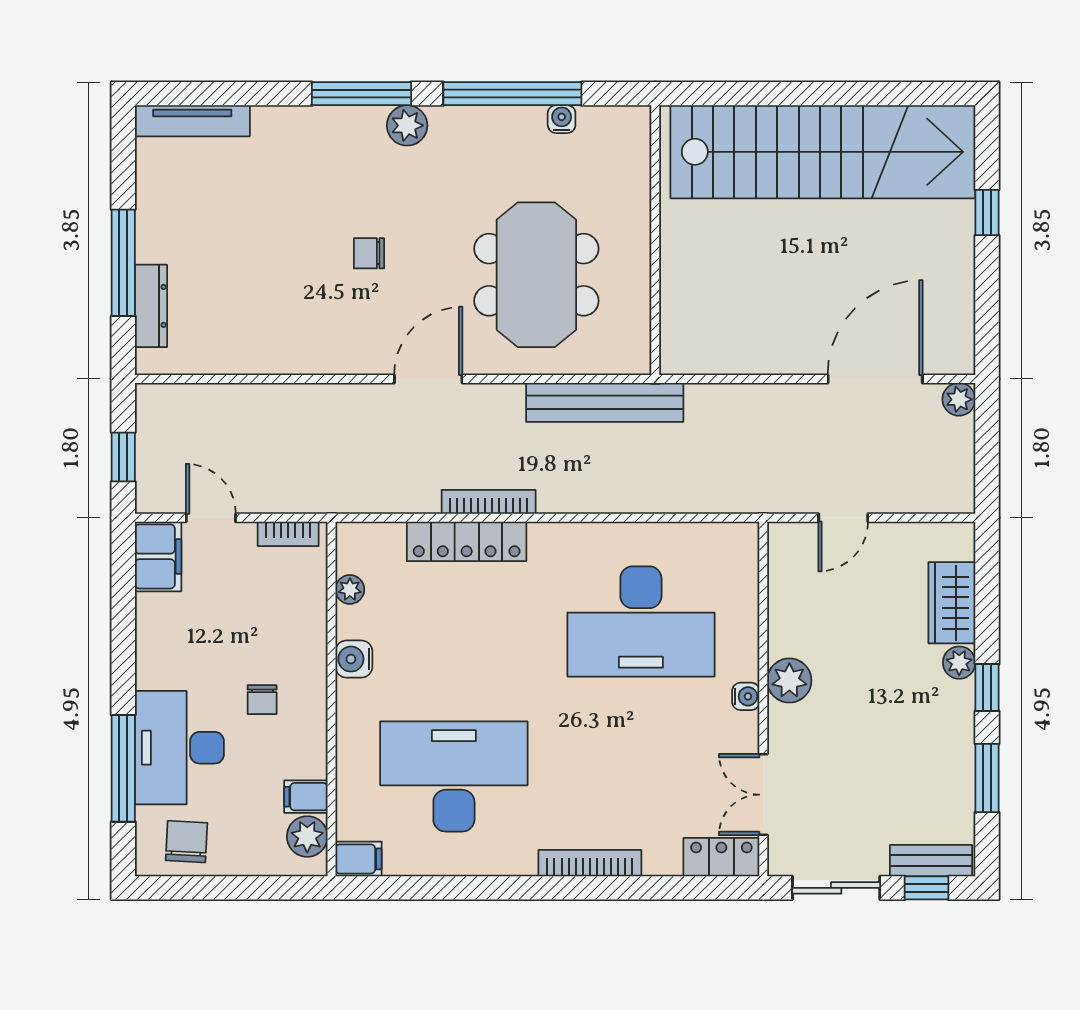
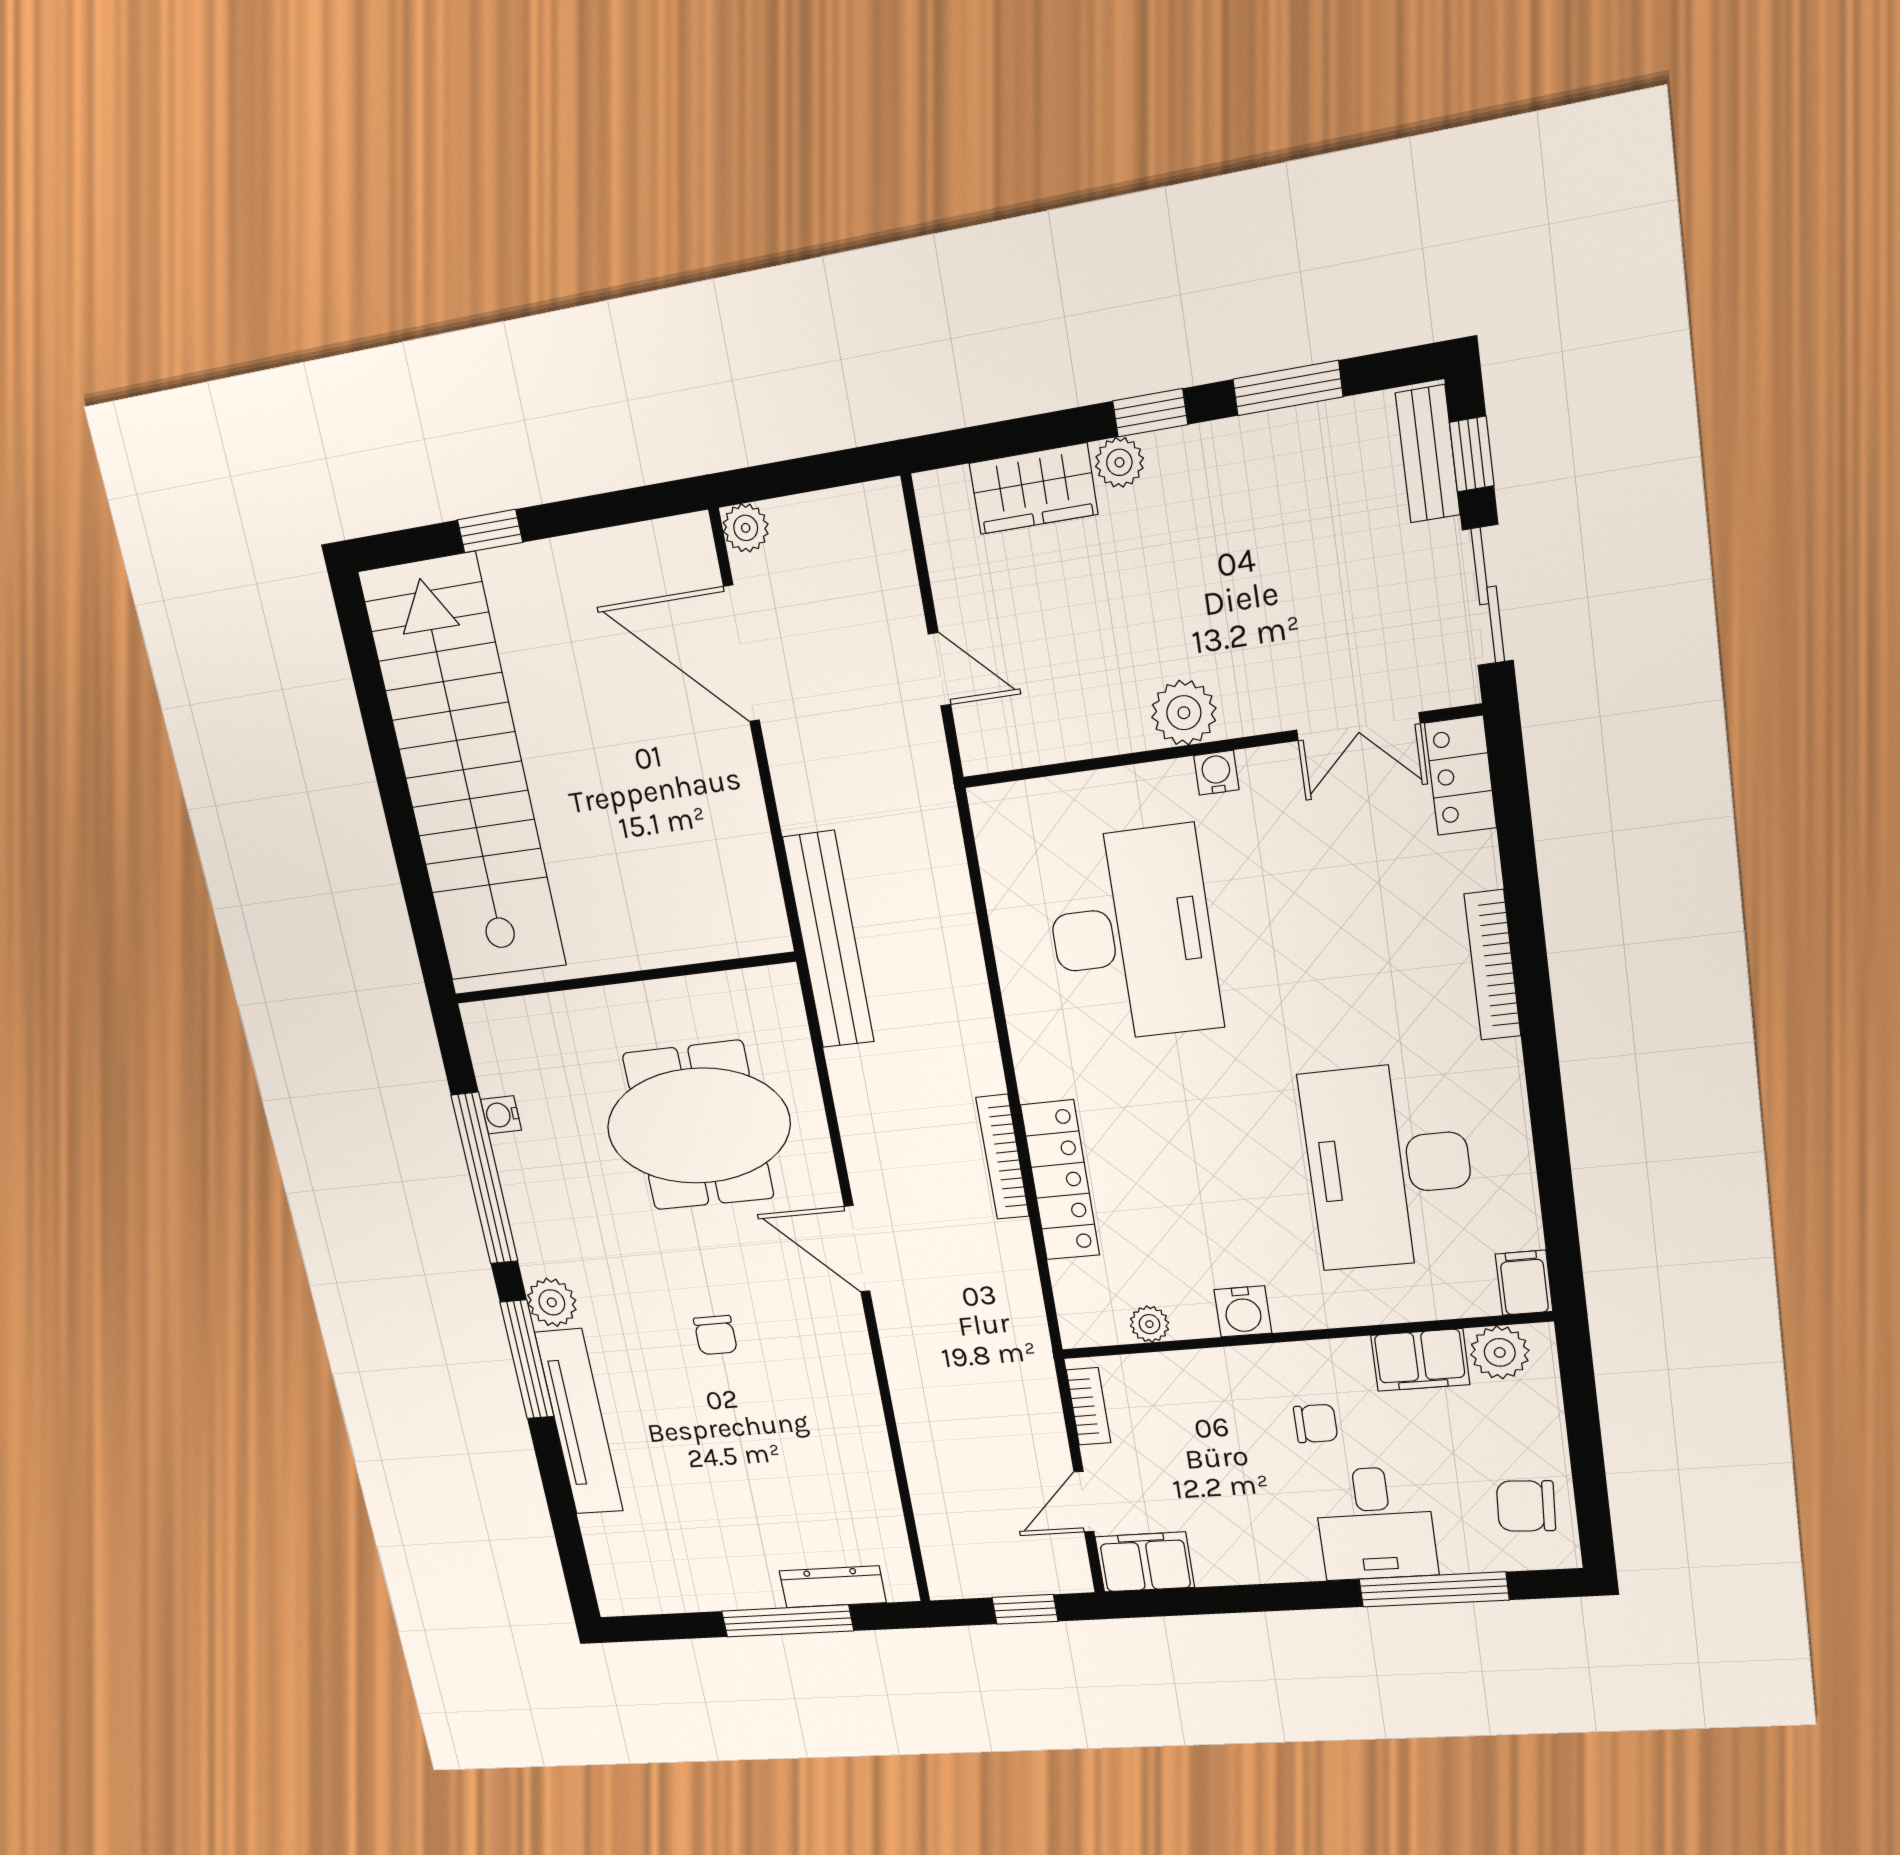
tv unit: (192, 121) -> (579, 1422), moved, width x1.36, depth x1.29
bench: (605, 402) -> (829, 940), moved
desk: (179, 748) -> (1375, 1523), width x0.73
filing cabinet: (306, 797) -> (1420, 1360), width x2.00

